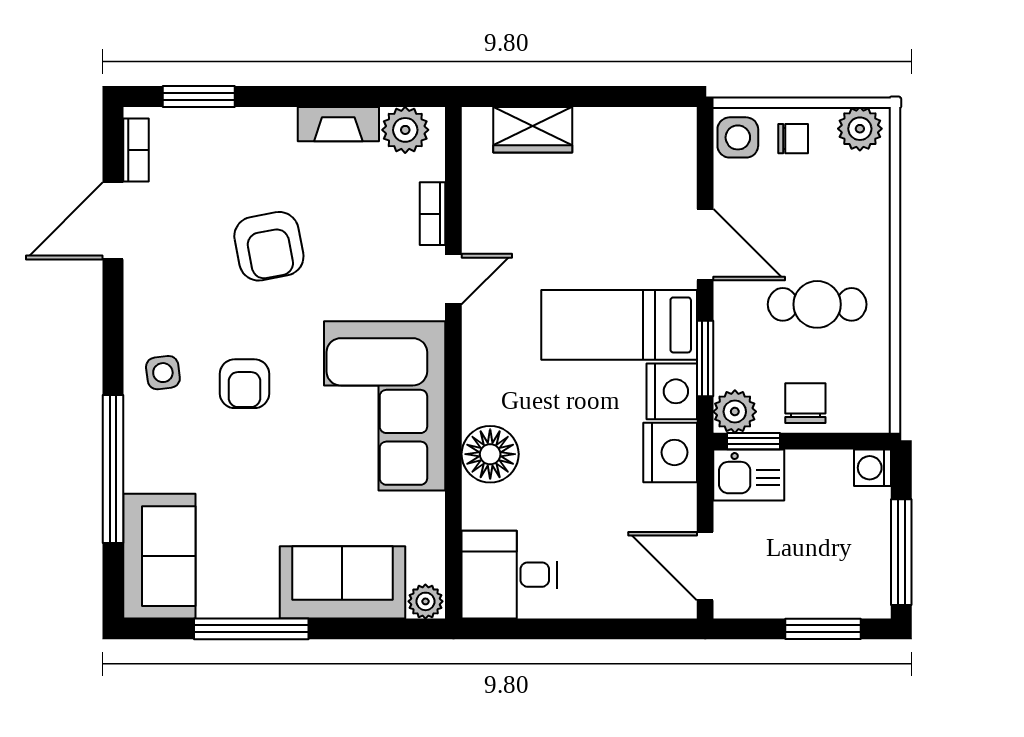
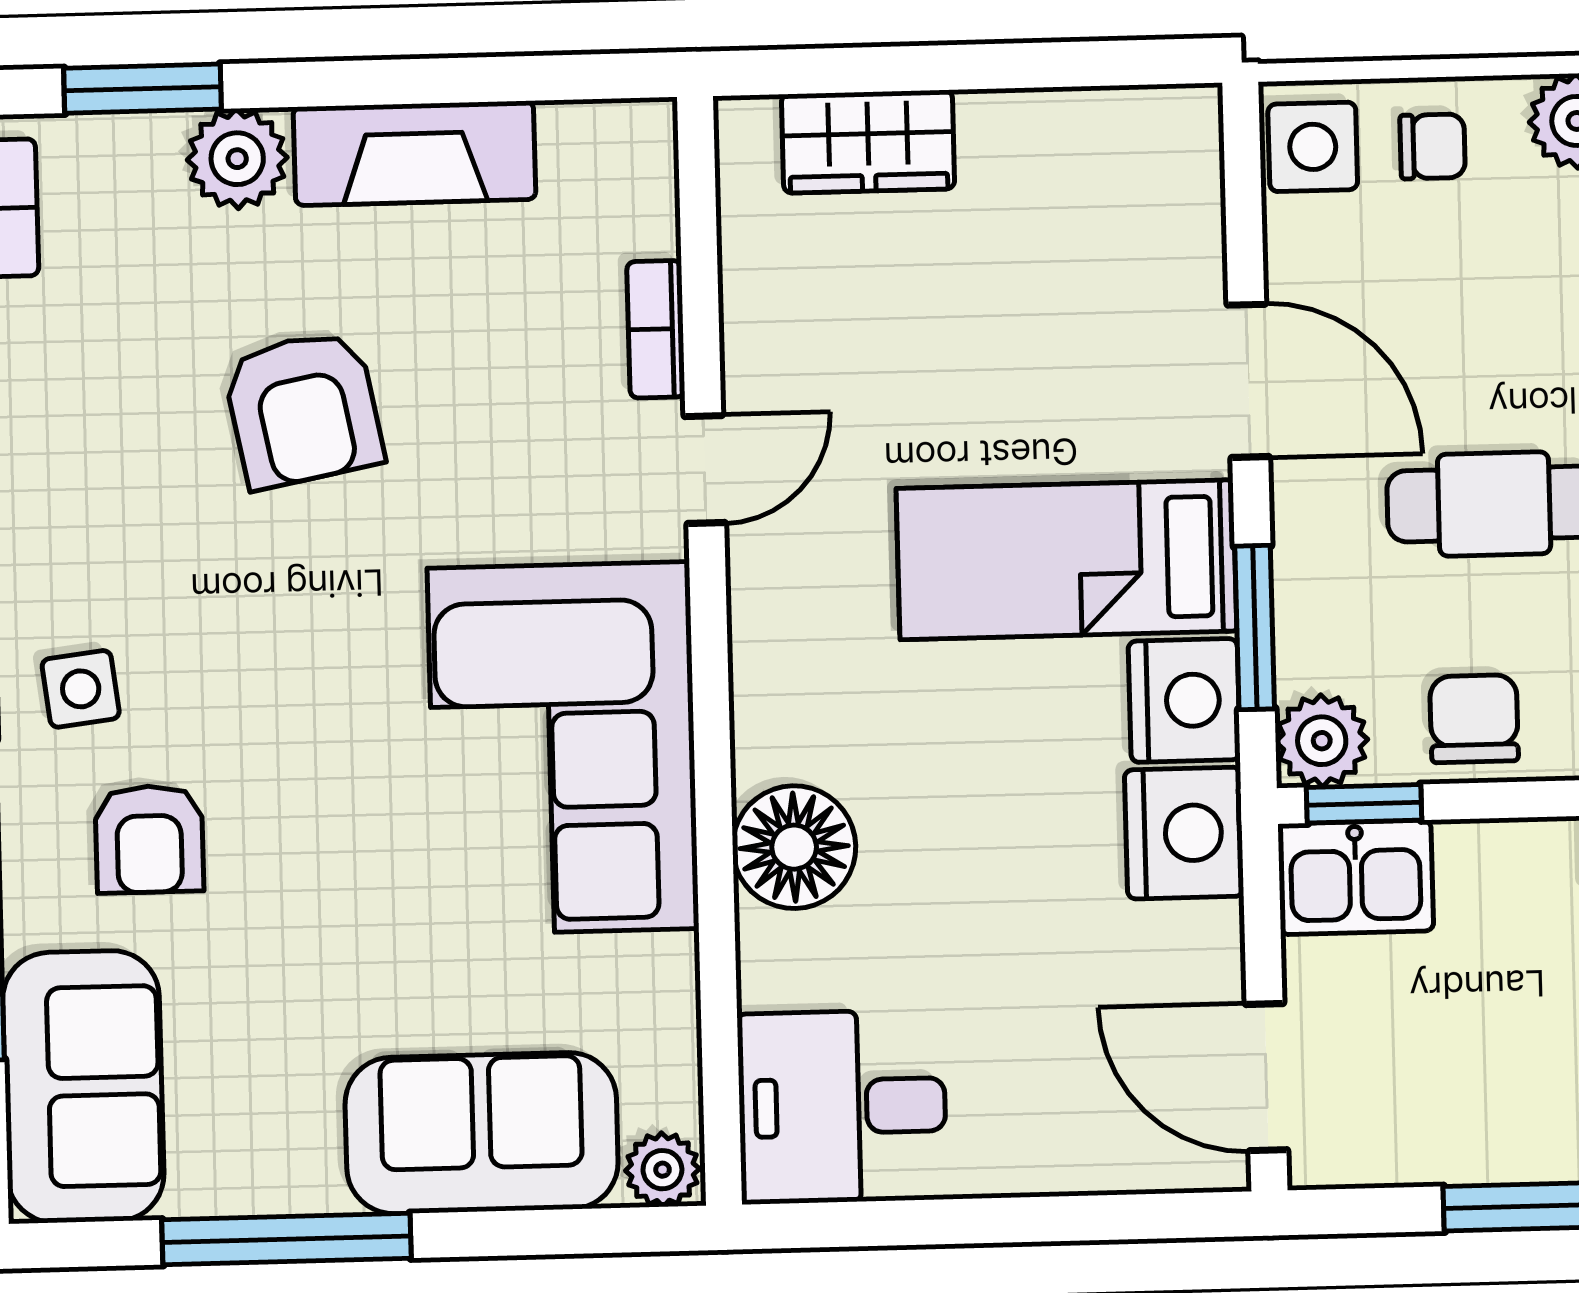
fireplace: (338, 124) -> (414, 153), width x1.37, depth x1.32
plant: (405, 130) -> (237, 159), moved
armchair: (245, 384) -> (149, 839), moved

